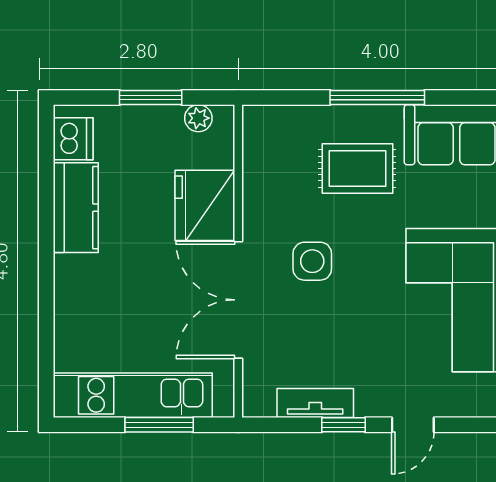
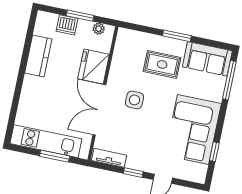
window: (377, 97) -> (177, 36), width x0.69
dishwasher: (73, 139) -> (67, 25), moved, turned 90
tv unit: (315, 403) -> (109, 158), moved

